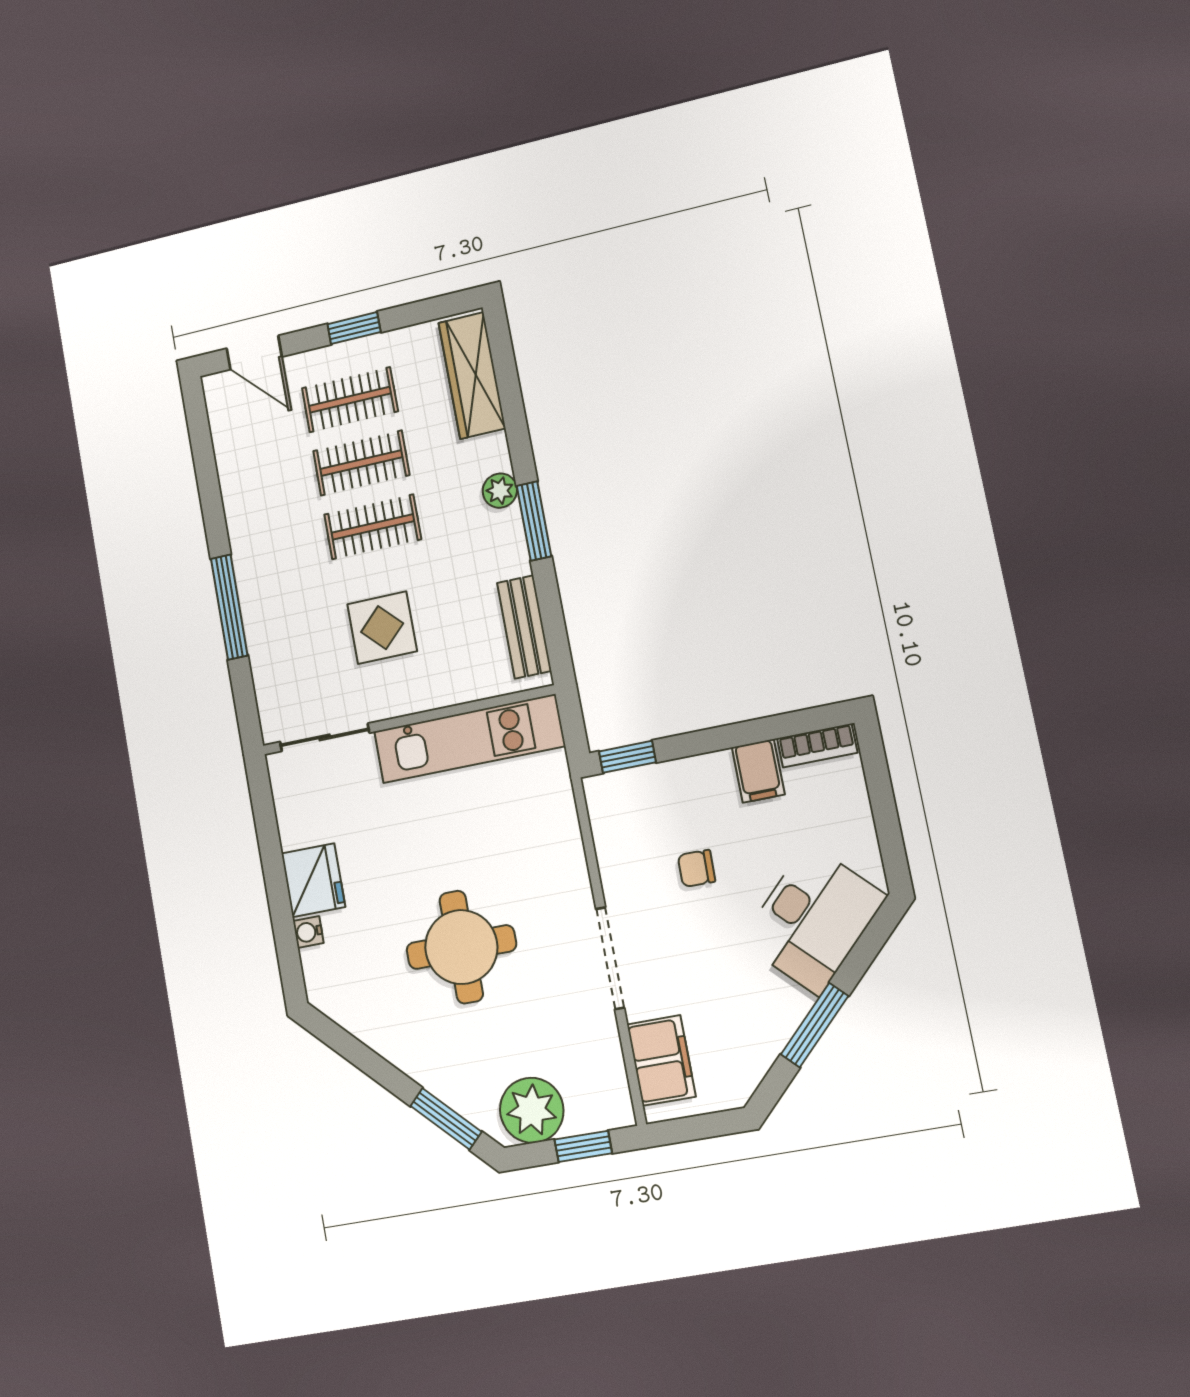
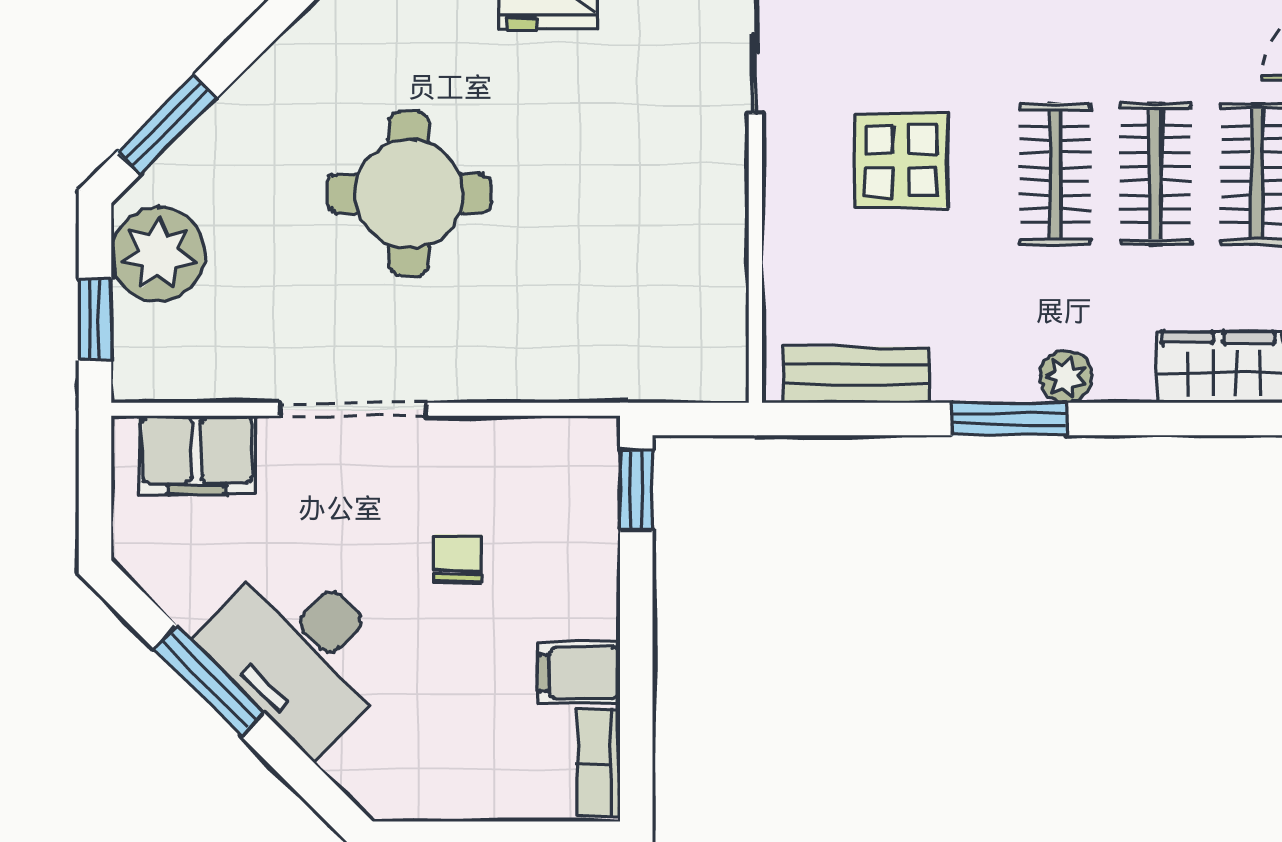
kitchen unit: (469, 739) -> (709, 262), removed
desk: (813, 919) -> (300, 652), moved

